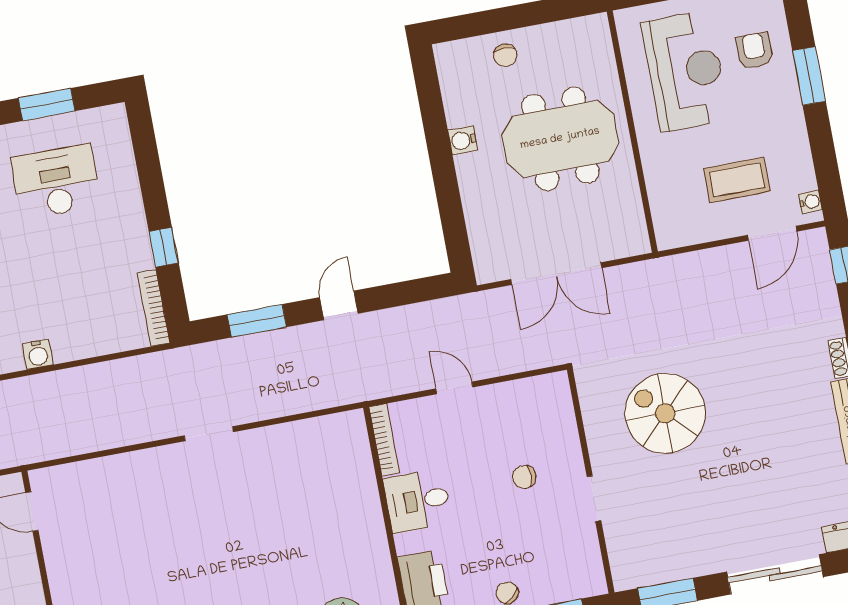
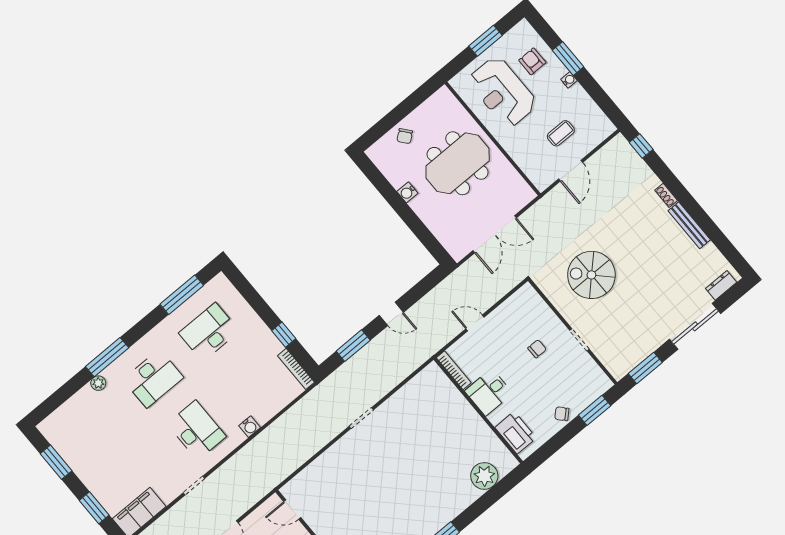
chair: (505, 55) -> (405, 136), turned 51
reception desk: (685, 71) -> (503, 92), turned 180
window: (47, 105) -> (182, 295), width x1.44
coffee table: (737, 180) -> (561, 133), width x0.73, depth x0.77
water cooler: (810, 202) -> (569, 80), moved
door: (772, 233) -> (571, 171), moved
door: (339, 305) -> (391, 314), swing flipped
chair: (524, 477) -> (537, 349), turned 180

